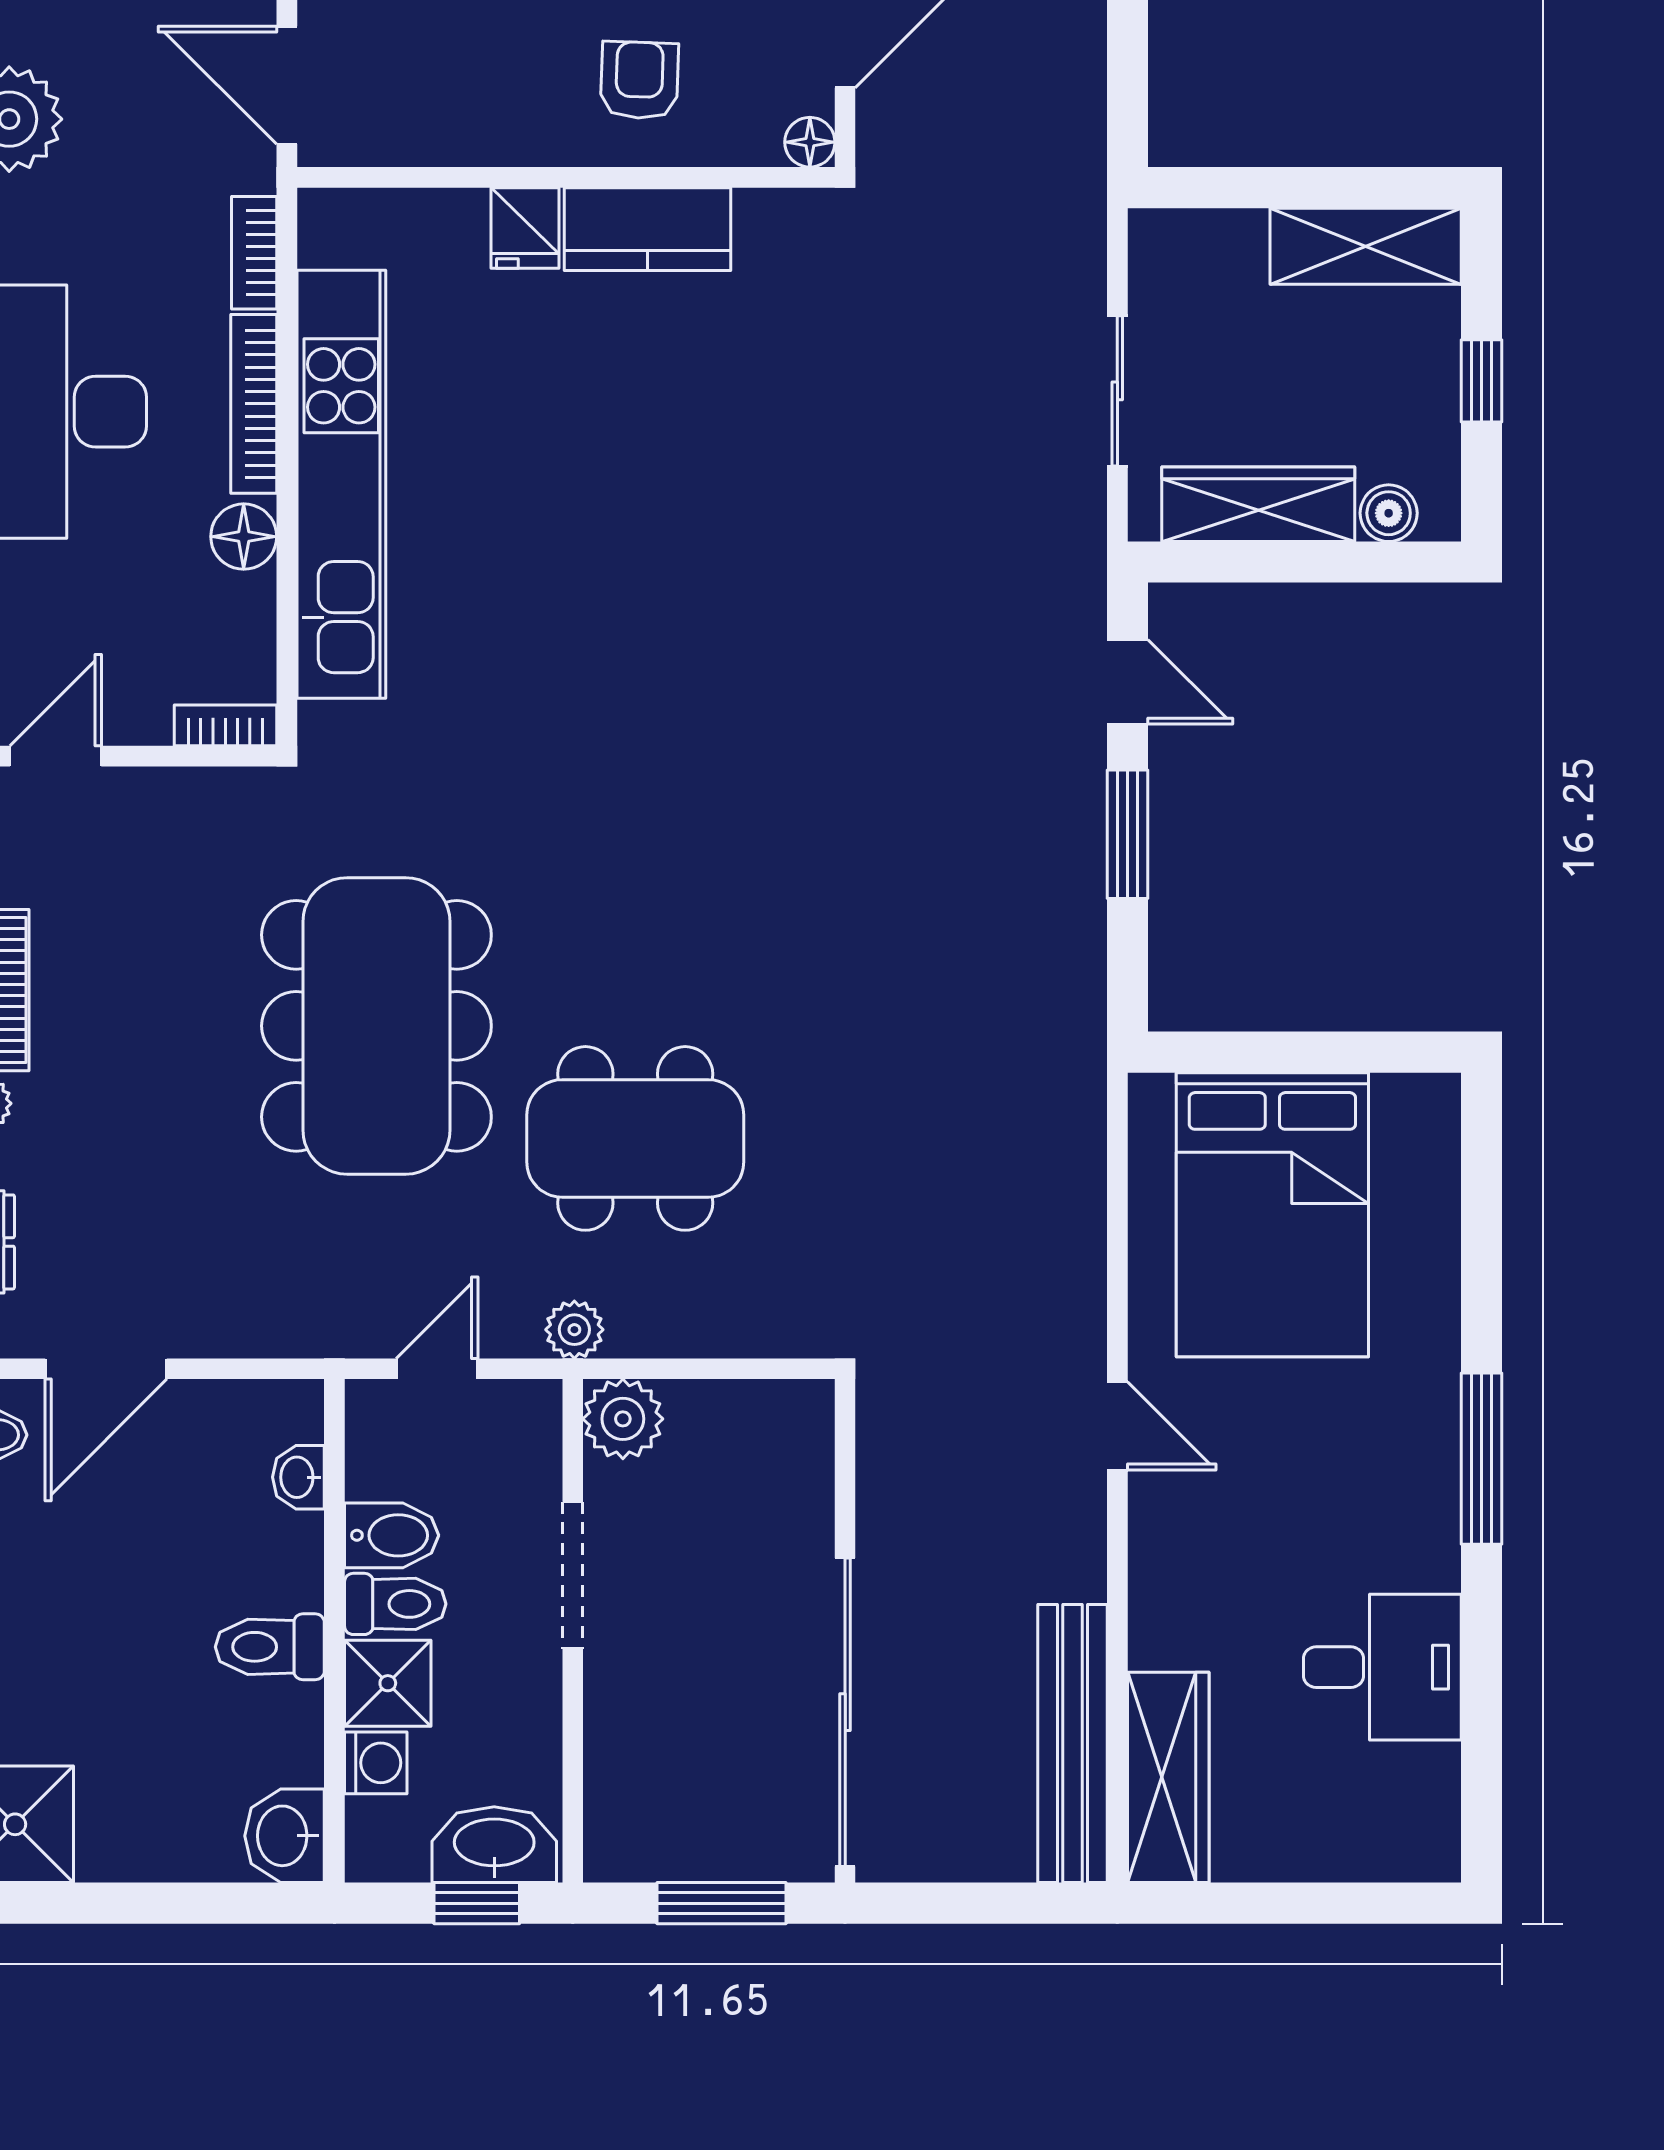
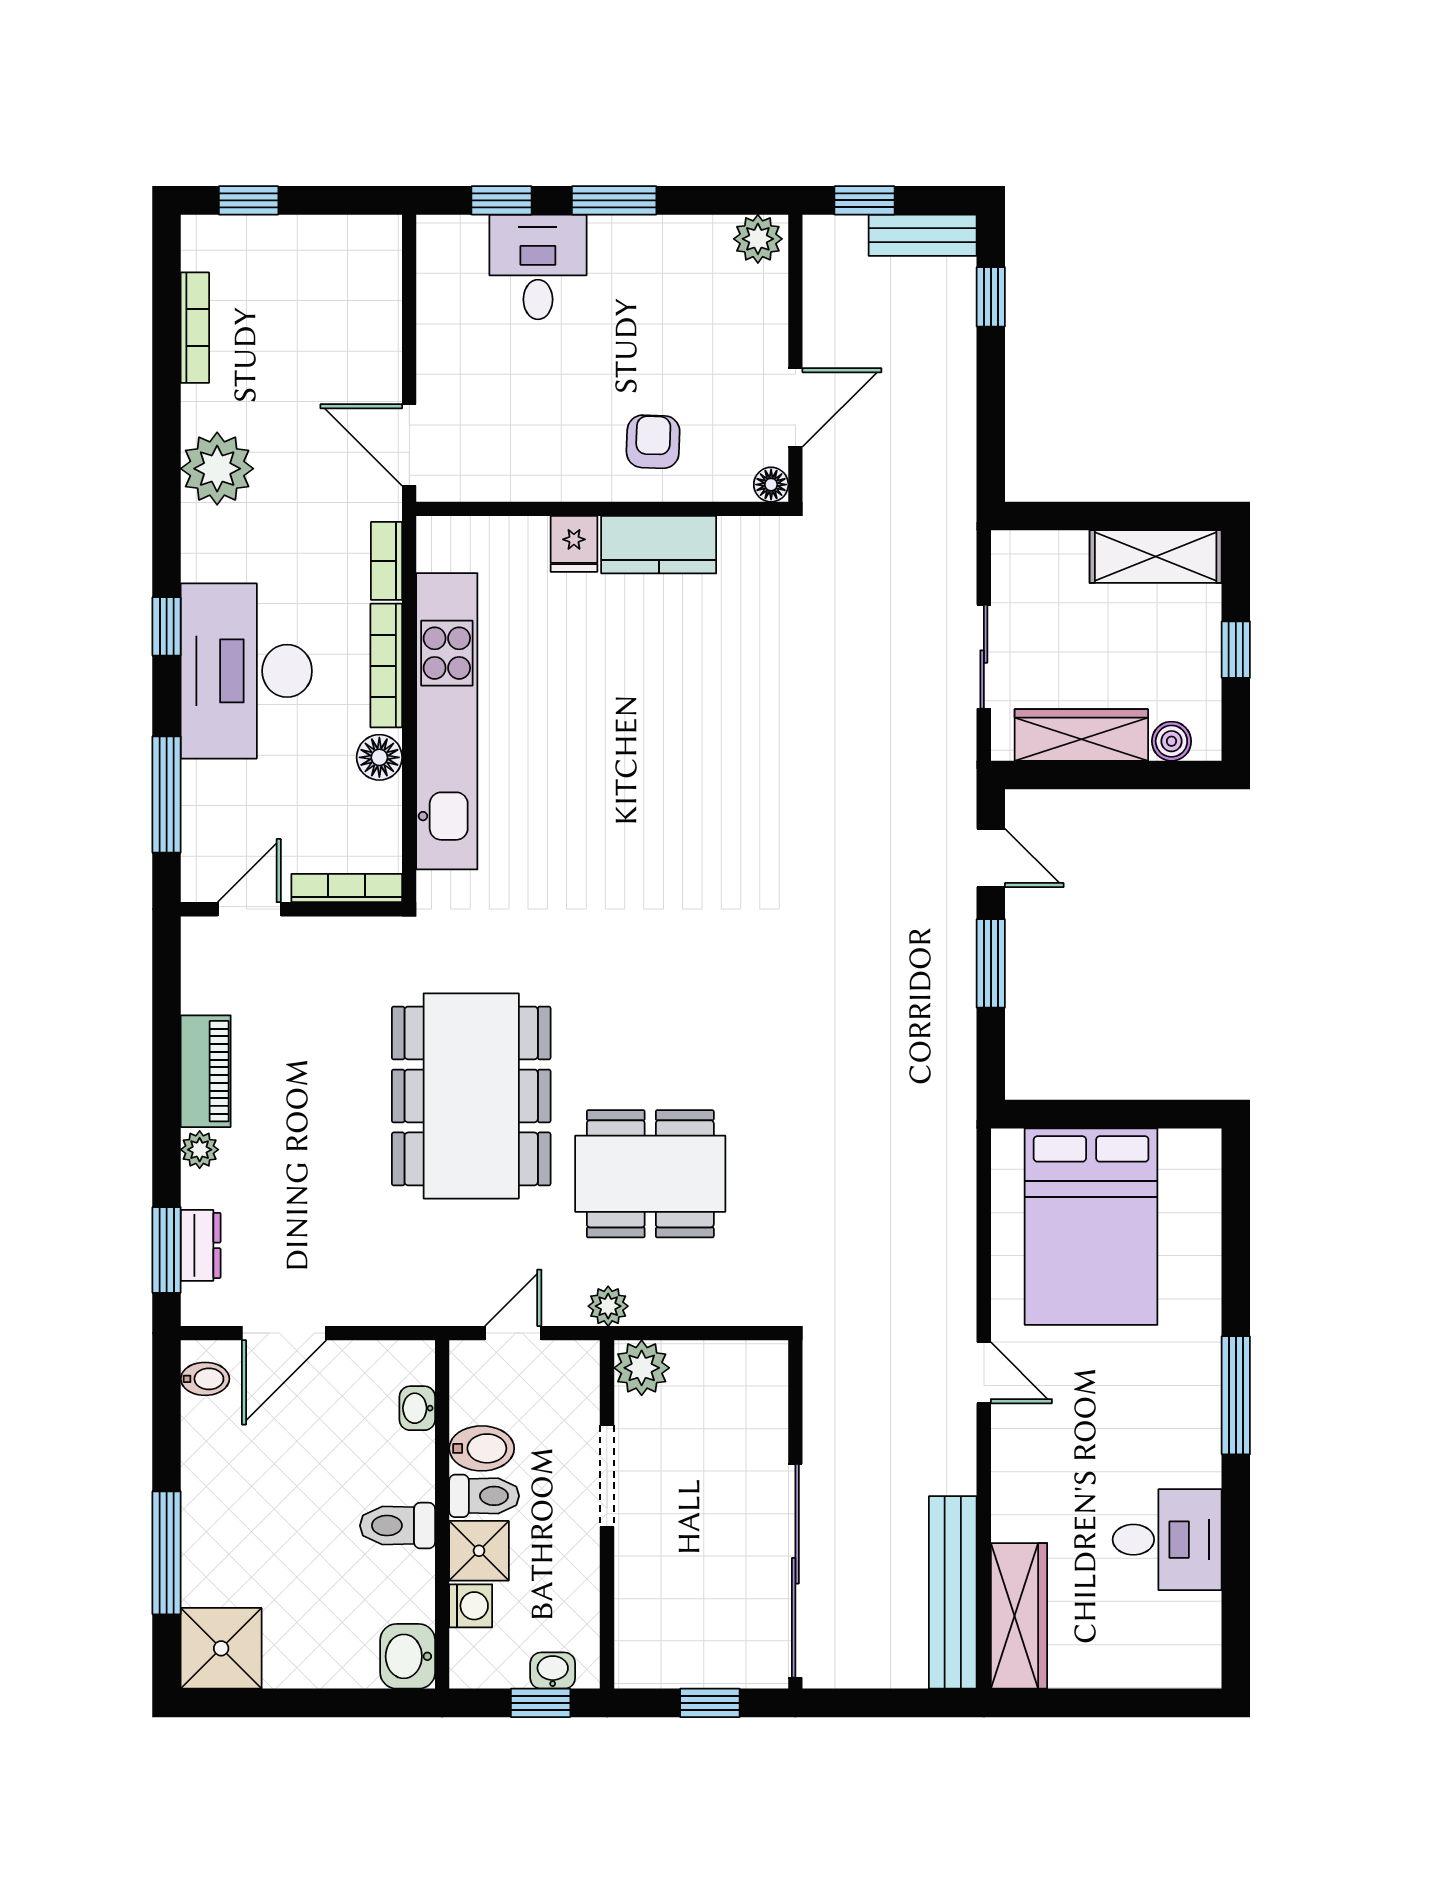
bookcase: (225, 725) -> (347, 888), width x1.56
washbasin: (494, 1845) -> (553, 1671), width x0.52, depth x0.69
window: (721, 1903) -> (710, 1703), width x0.67

